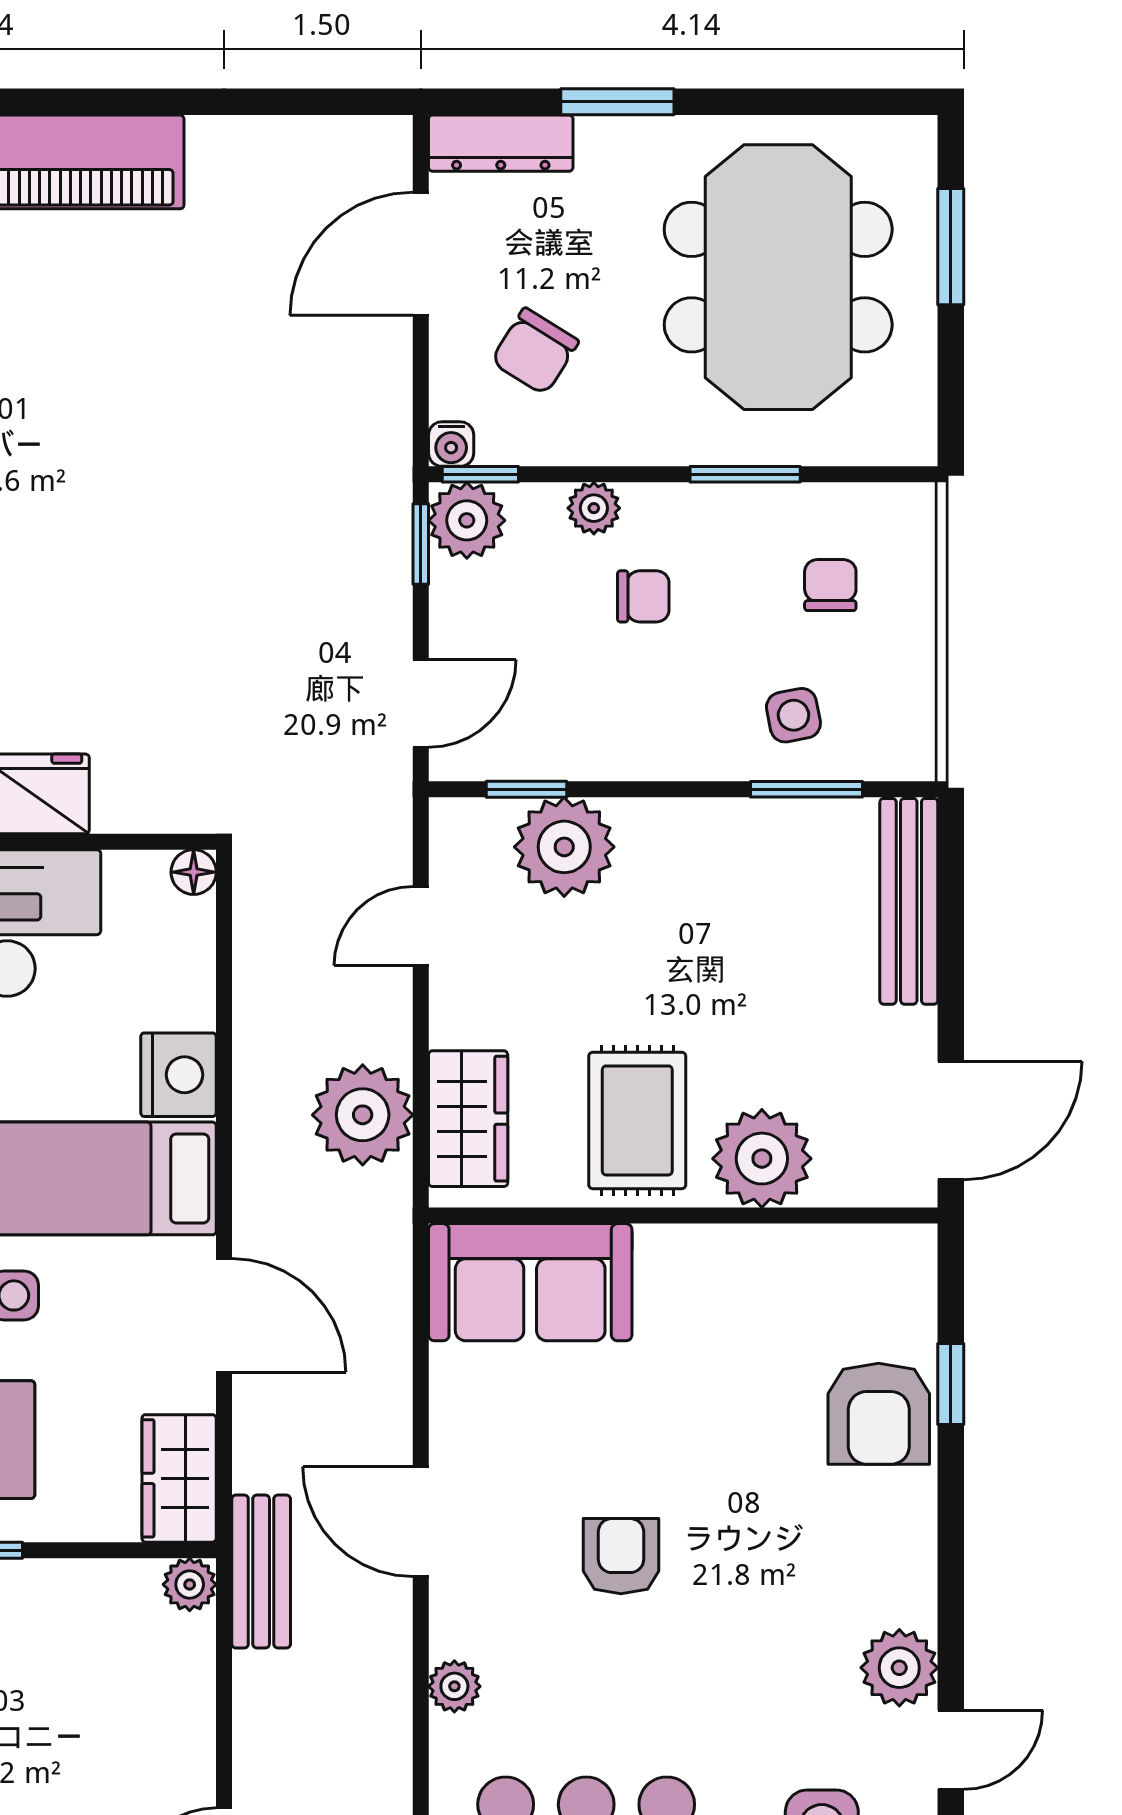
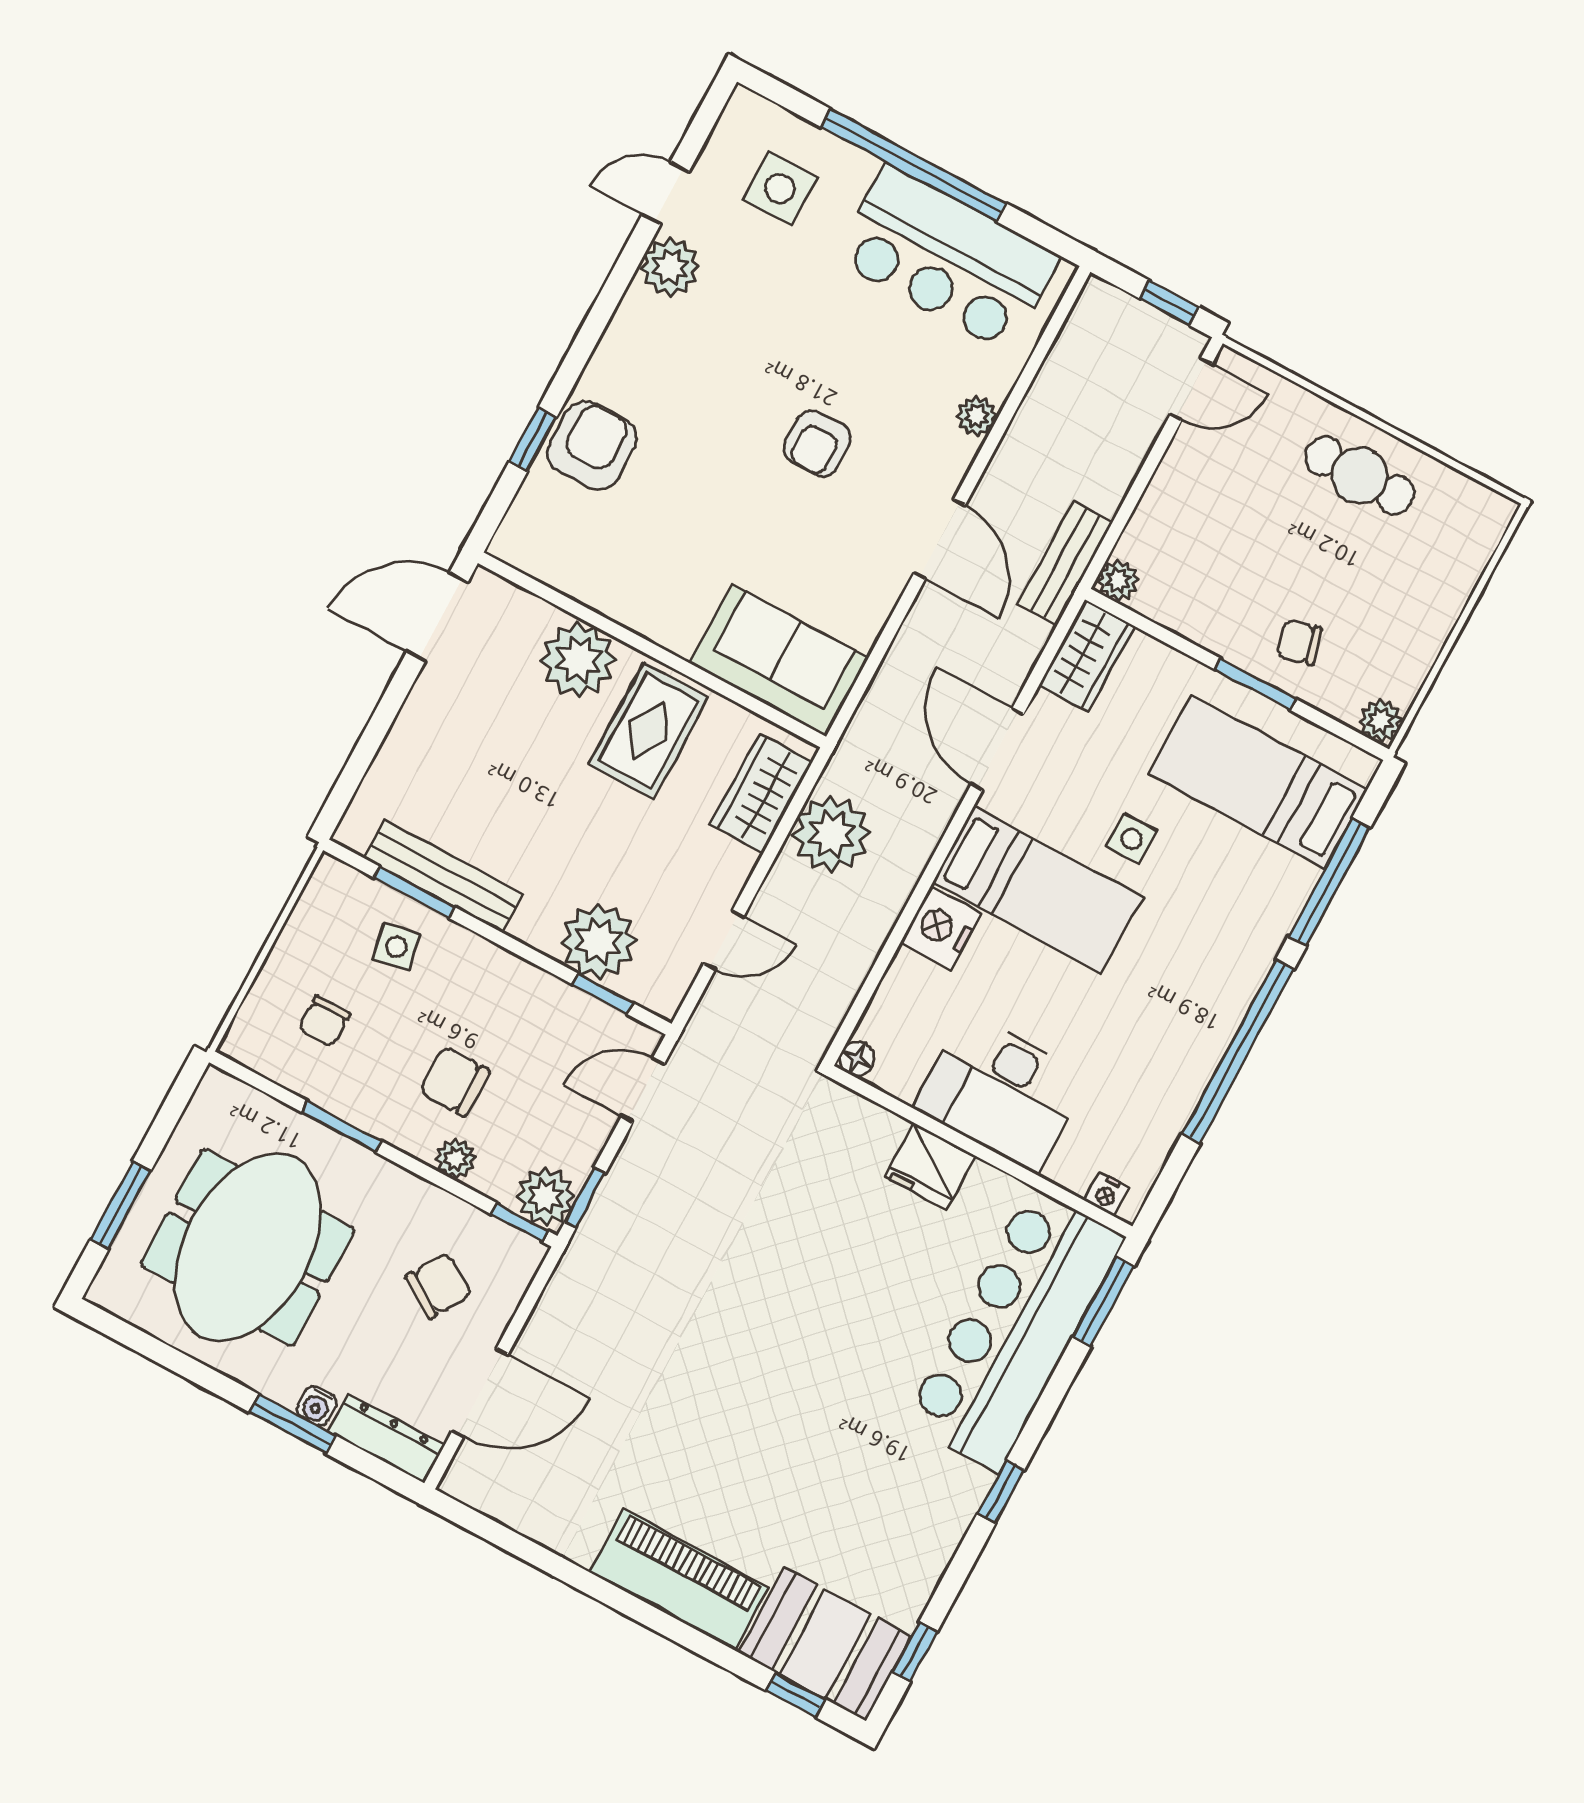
water cooler: (451, 444) -> (317, 1406), moved, turned 180
chair: (643, 596) -> (454, 1081), width x1.37, depth x1.37
bench: (909, 901) -> (443, 876), moved, turned 90

